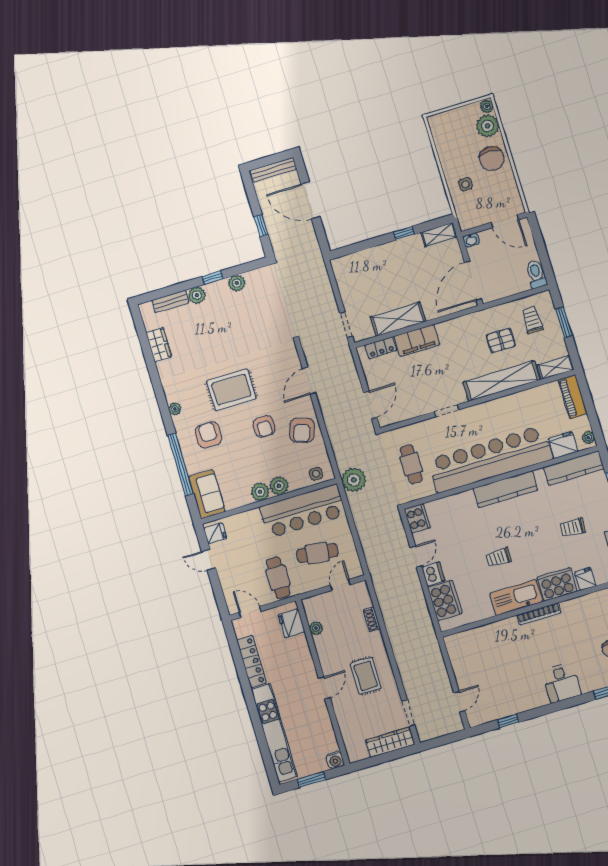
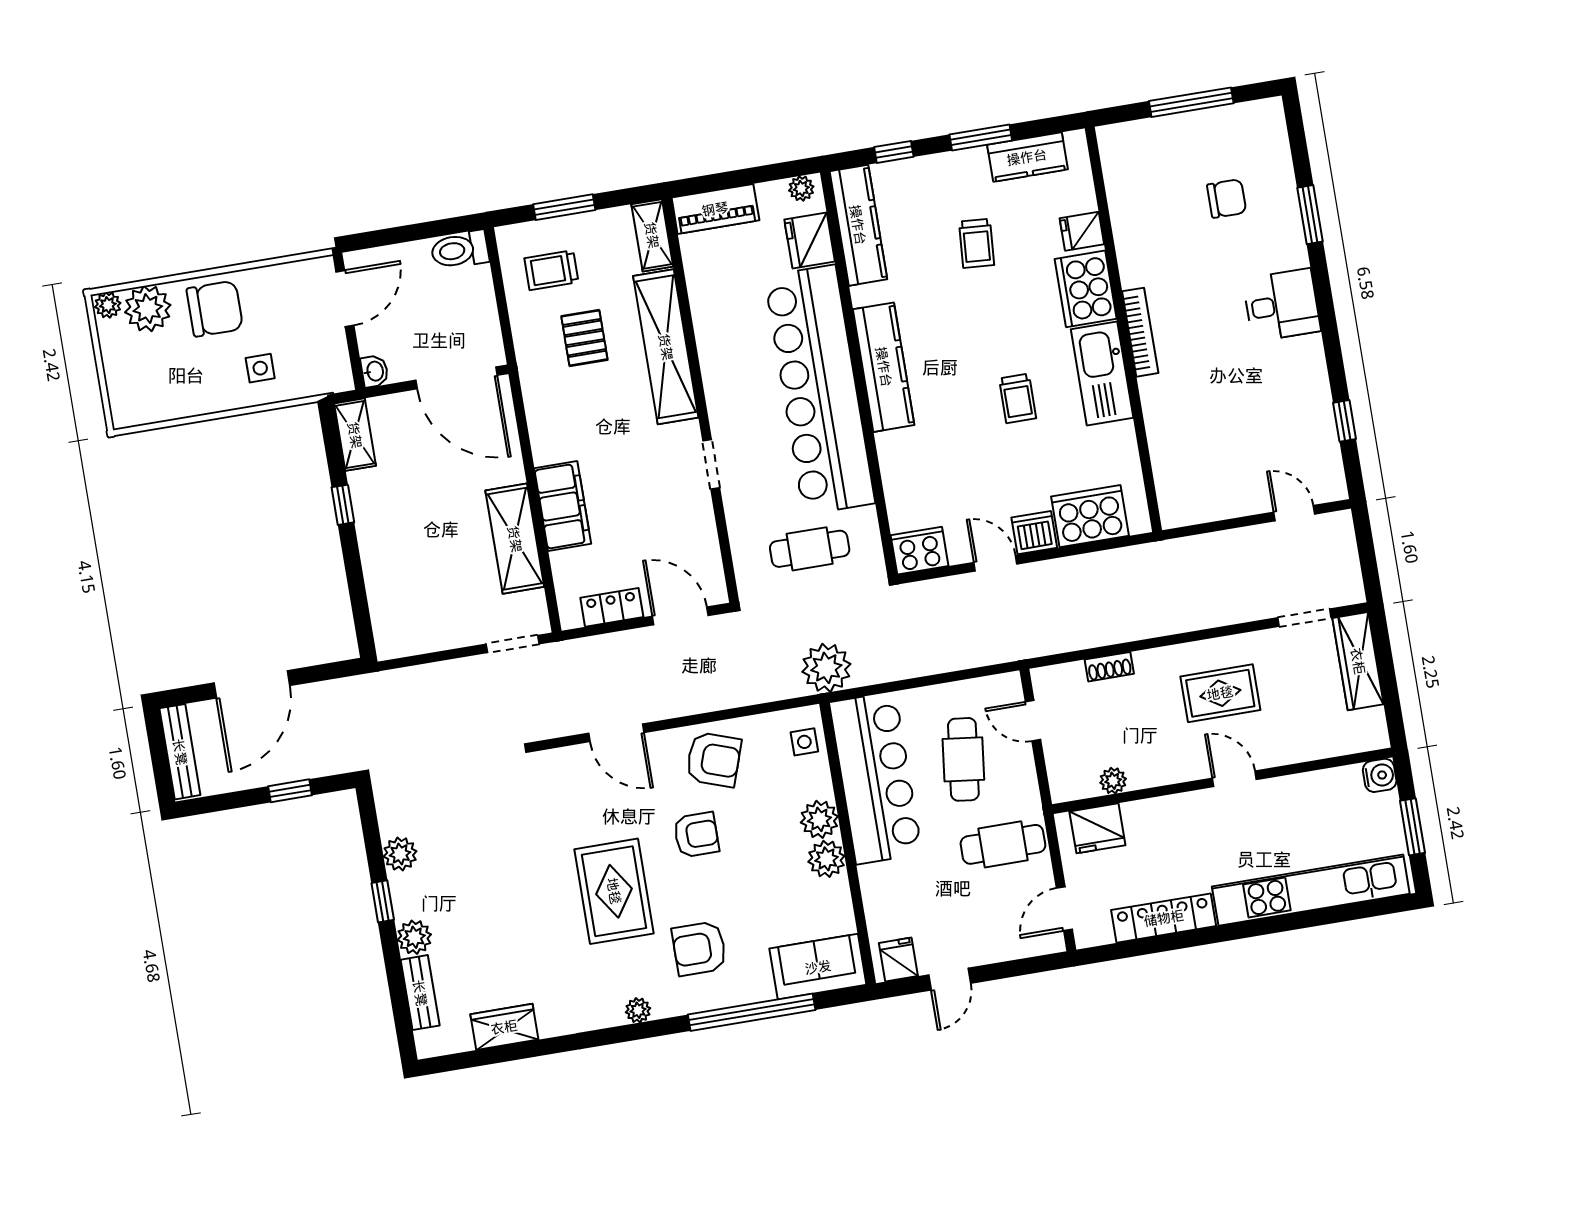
locker: (381, 348) -> (612, 607), moved, turned -90

